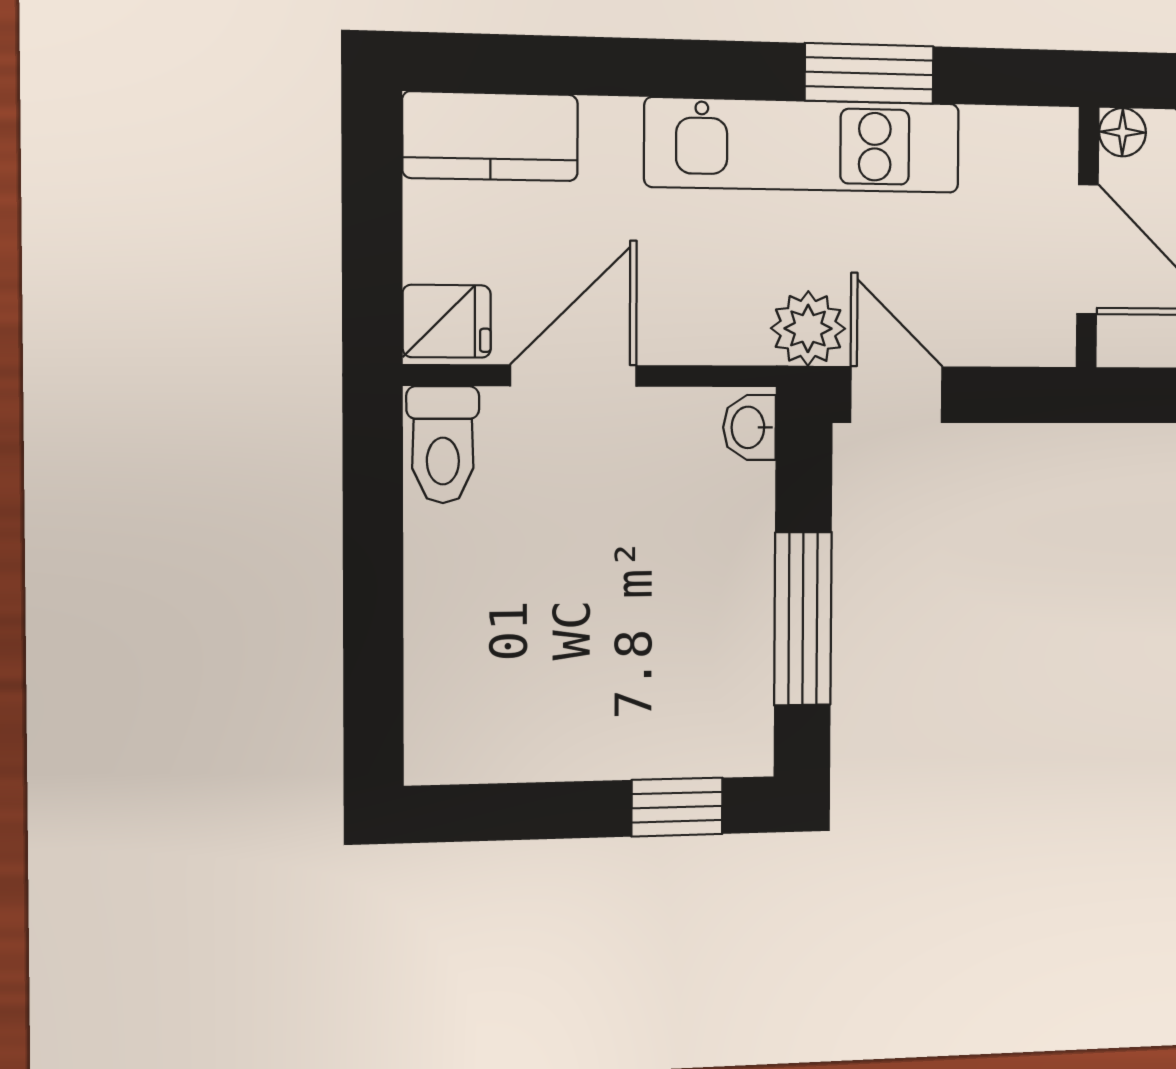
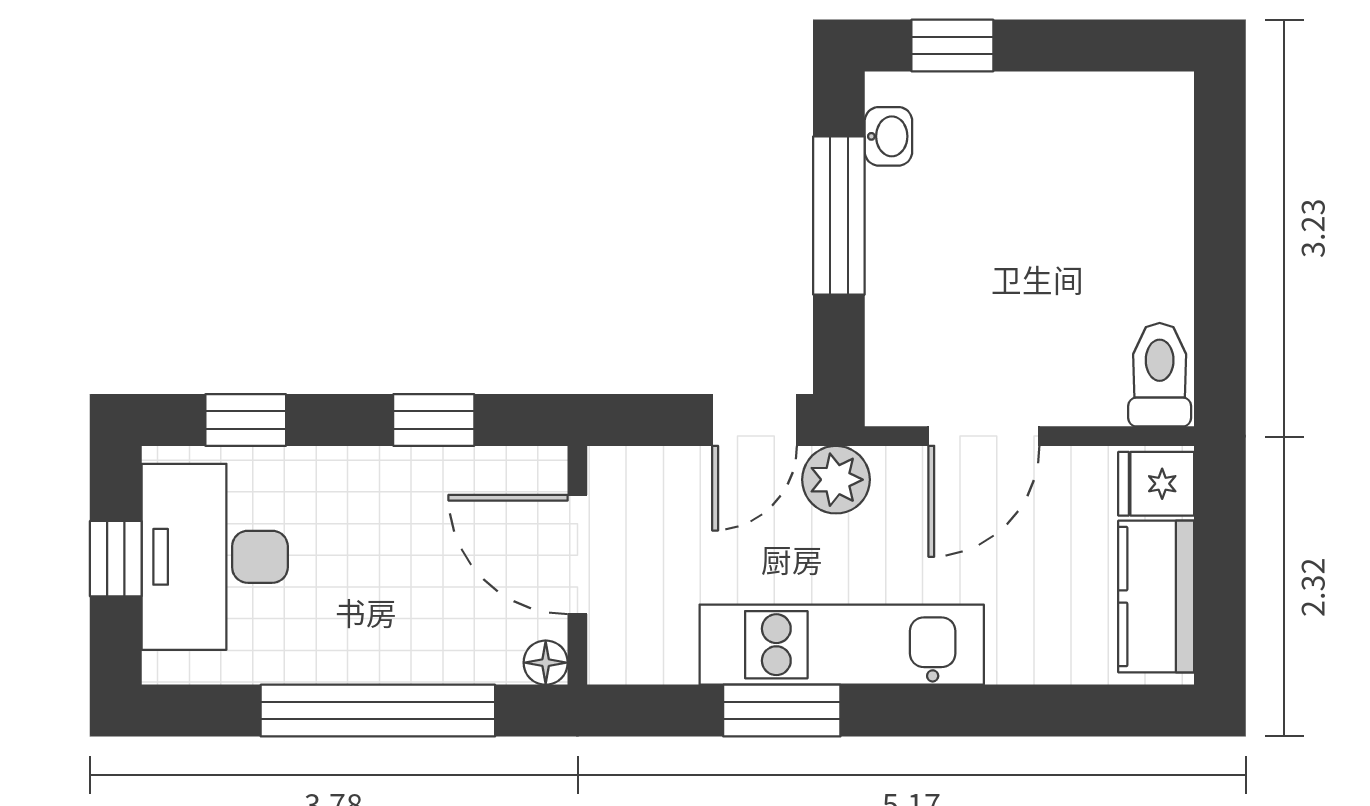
kitchen counter: (490, 136) -> (1156, 597), moved, turned -90
door: (574, 376) -> (984, 436), moved
door: (896, 395) -> (755, 420), hinge flipped
washbasin: (750, 427) -> (888, 136), moved

